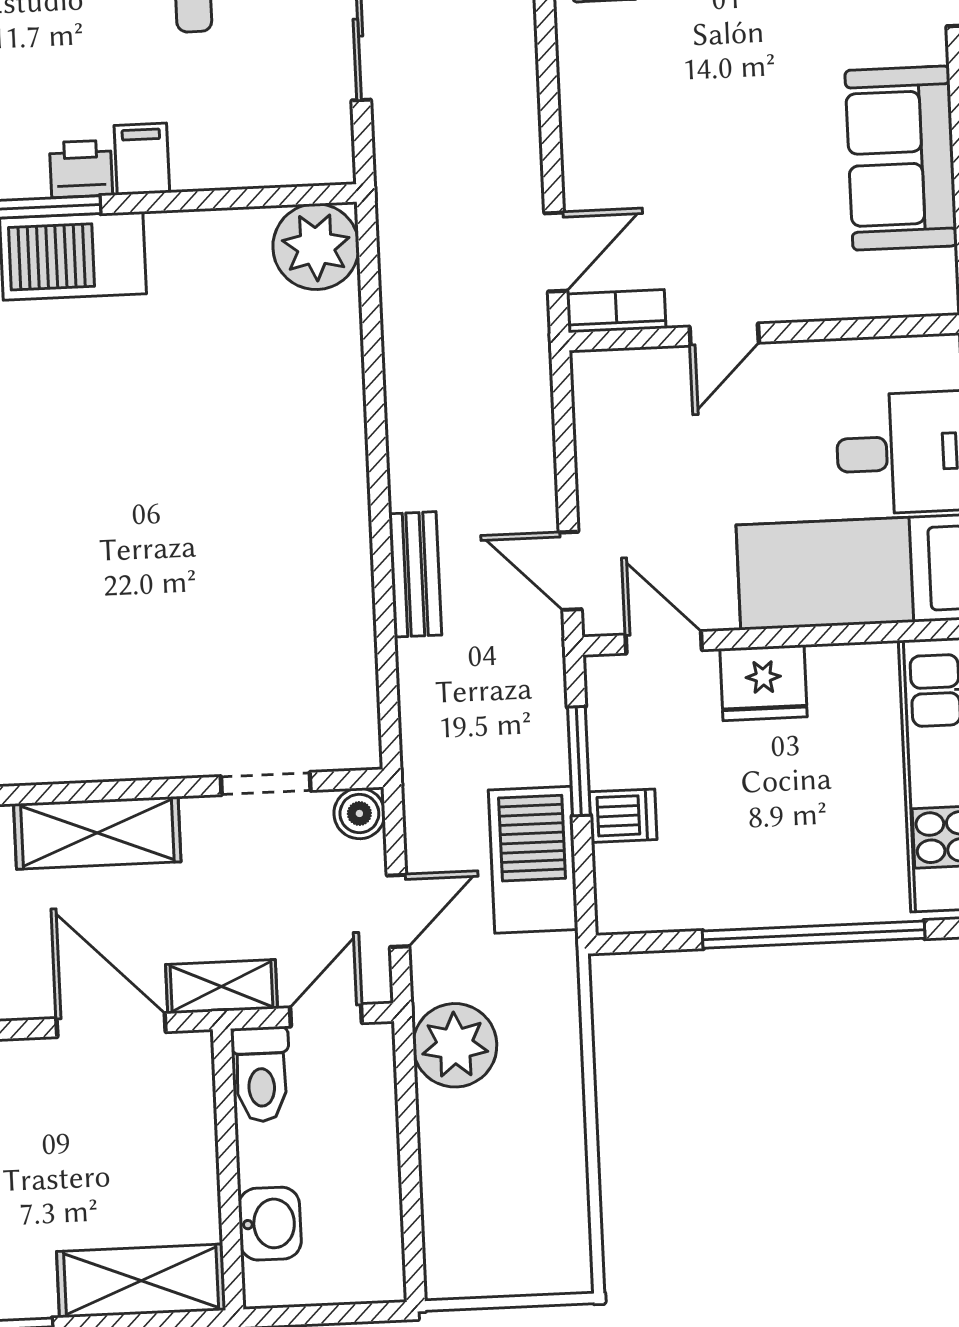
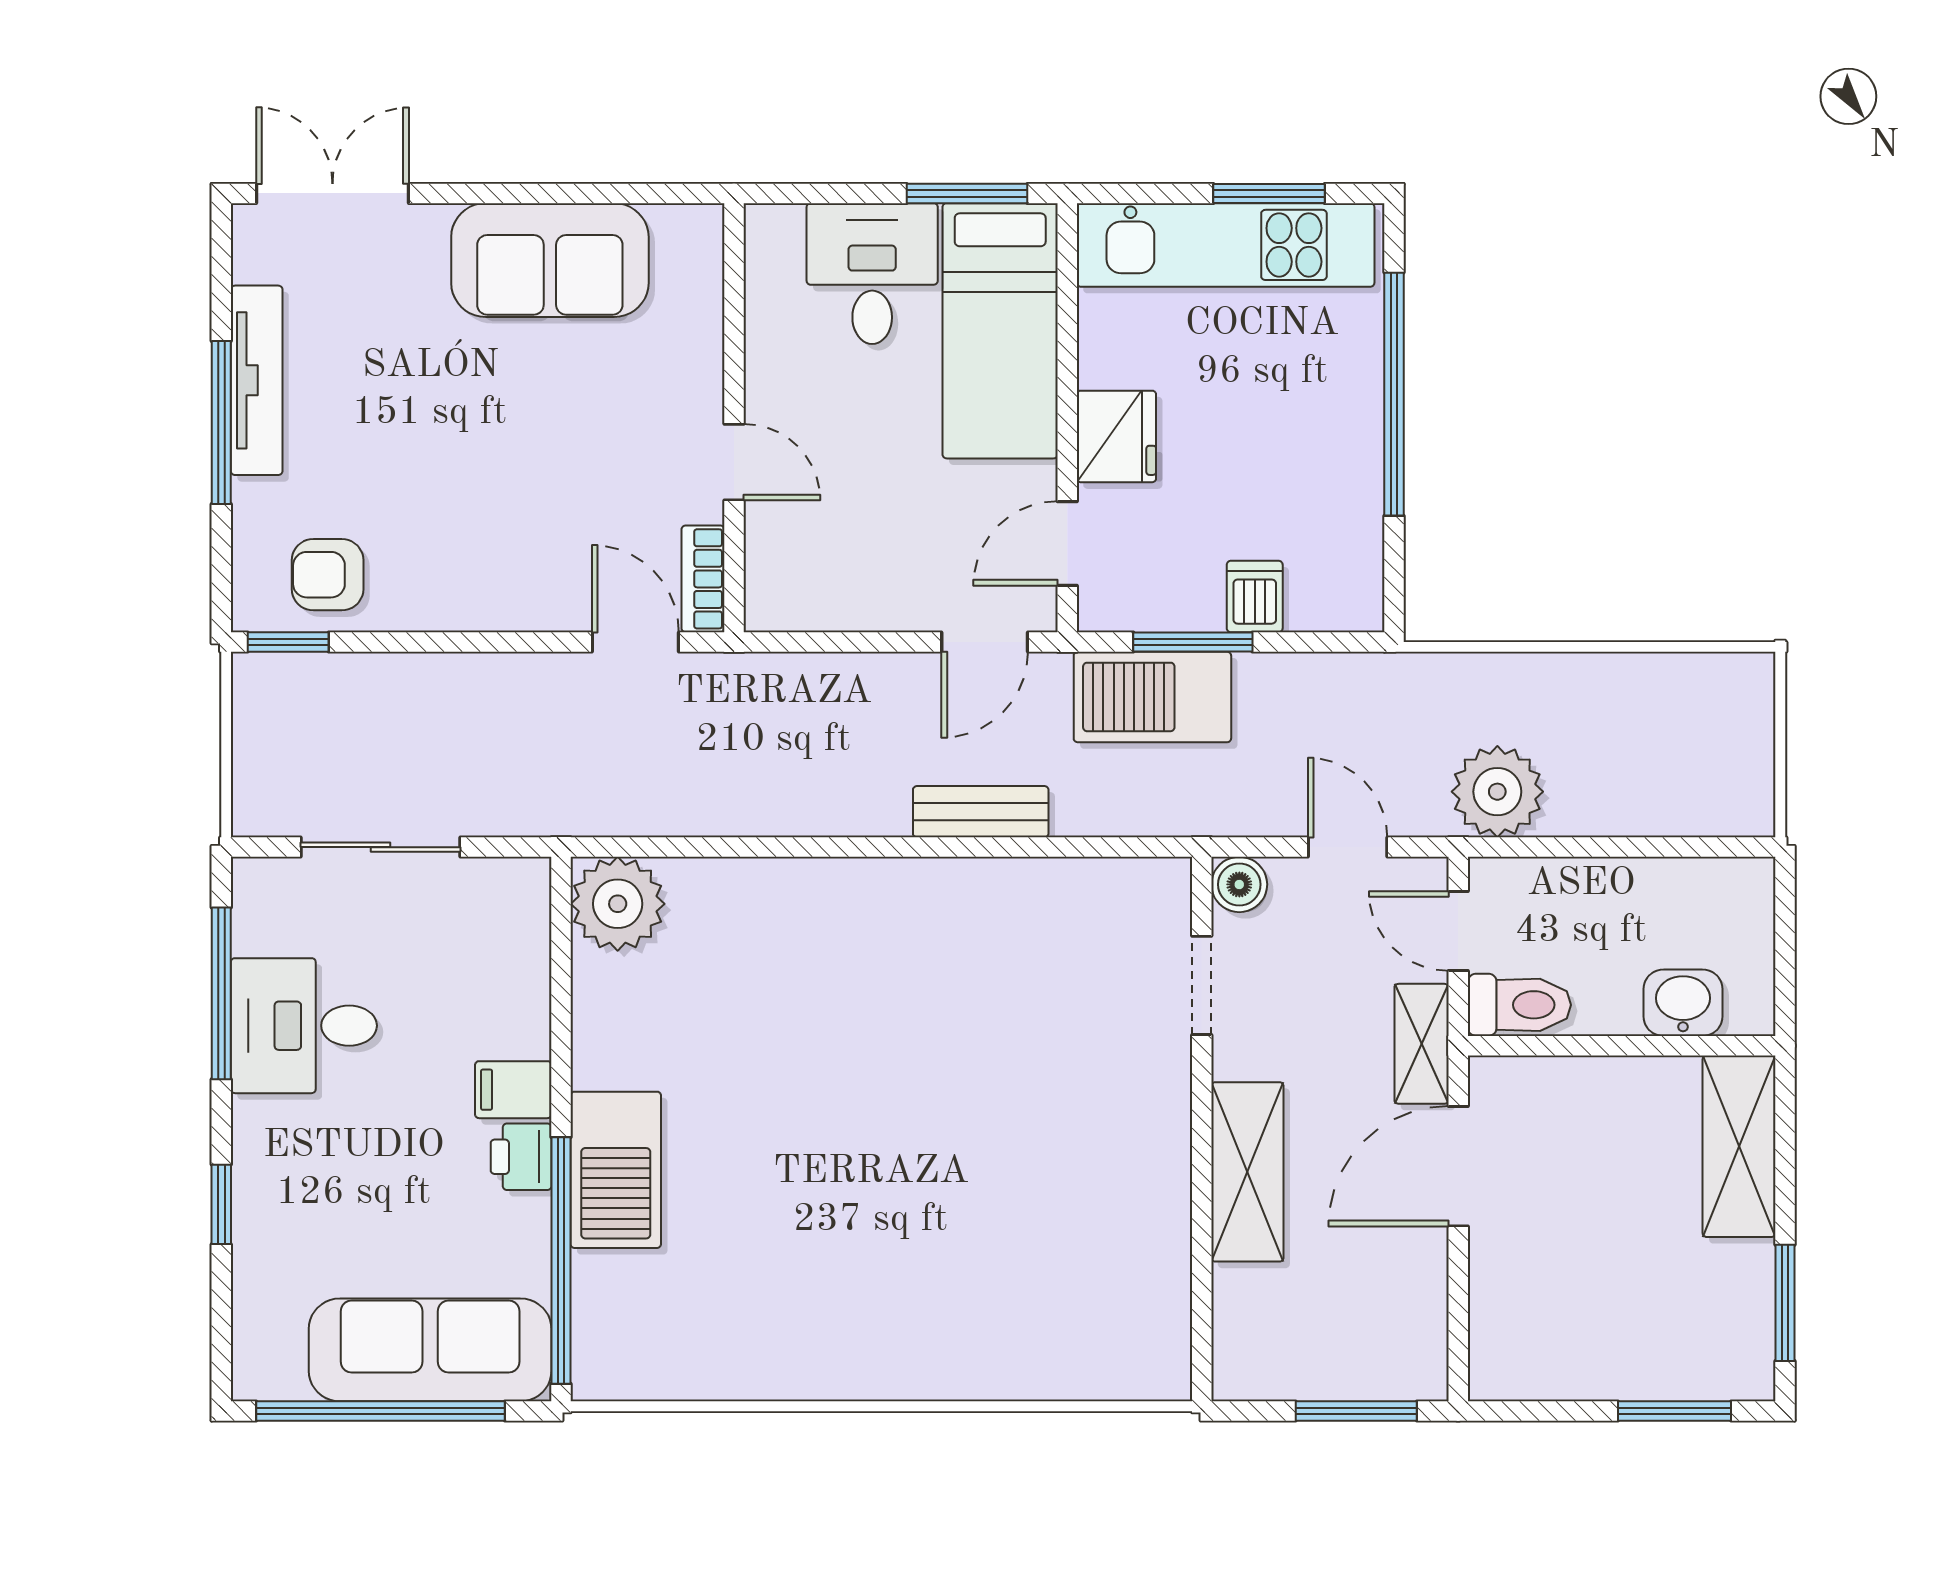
barbecue: (533, 860) -> (1152, 697), moved

